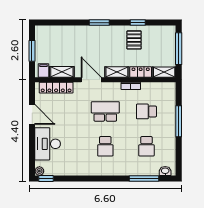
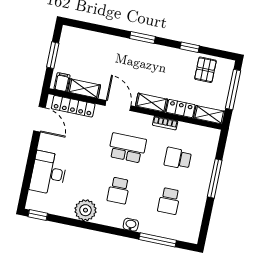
pallet: (134, 40) -> (205, 70), moved
door: (32, 114) -> (40, 119), moved
plant: (39, 171) -> (85, 210), moved, width x1.88, depth x1.88
washbasin: (165, 171) -> (131, 225), moved

